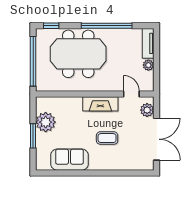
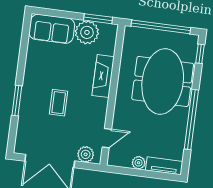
fireplace: (100, 104) -> (103, 76), moved
window: (33, 136) -> (98, 19), moved
sofa: (70, 160) -> (52, 29), moved, turned 90
window: (110, 173) -> (17, 101), added

